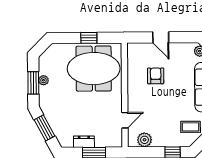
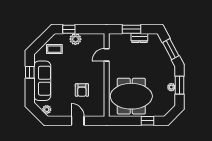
window: (89, 38) -> (148, 121), moved
plant: (145, 140) -> (75, 39), moved

